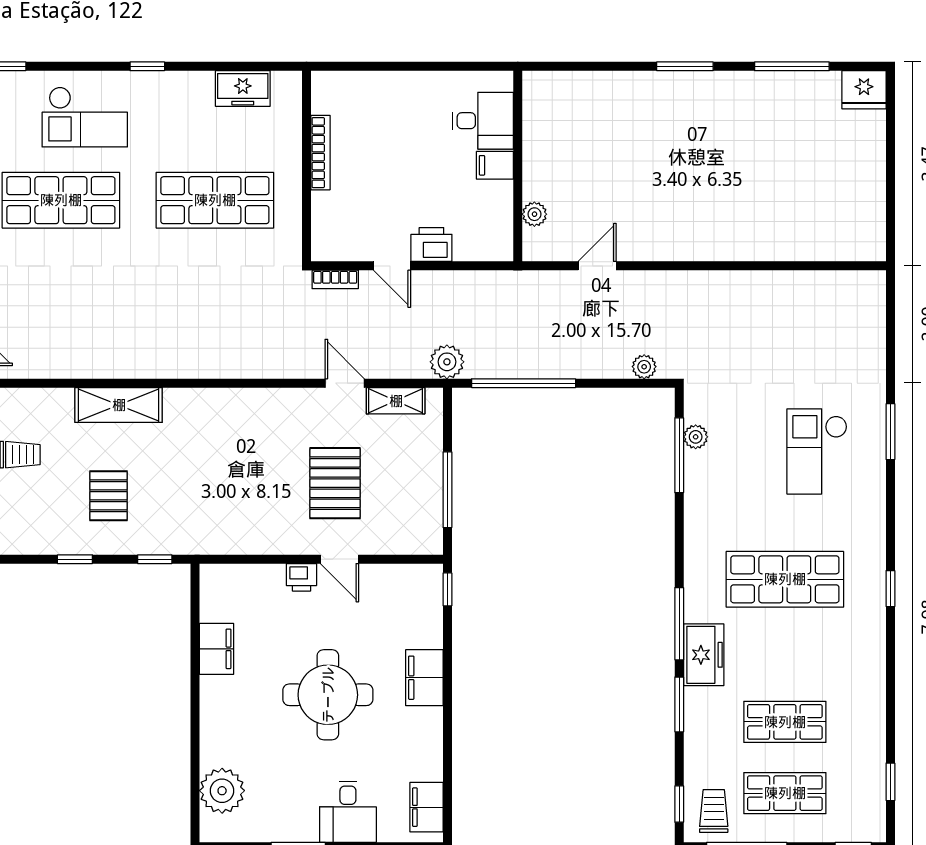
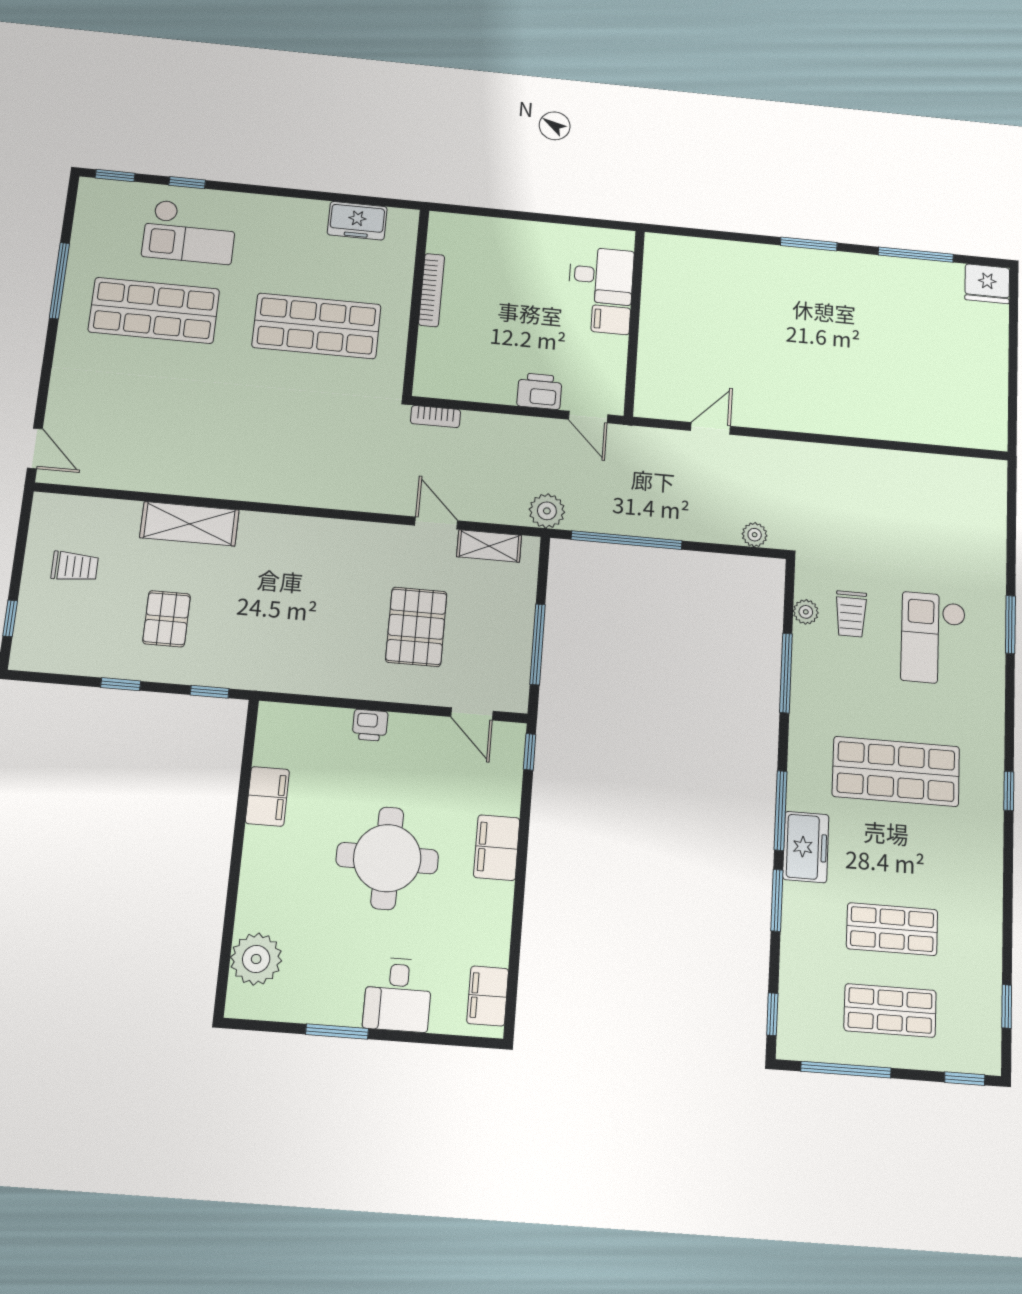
window: (147, 66) -> (187, 183), moved
plant: (534, 214) -> (649, 371), removed
door: (392, 266) -> (588, 417), moved
window: (679, 455) -> (786, 673), moved
door: (340, 559) -> (472, 714), moved
trolley: (714, 811) -> (851, 614), moved, turned 180

